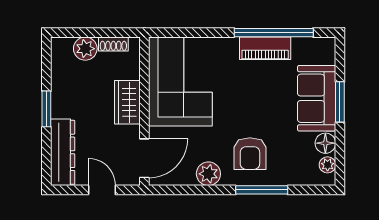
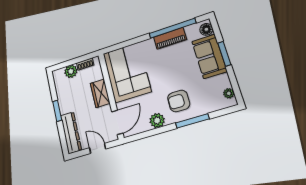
floor lamp: (325, 143) -> (206, 29), moved
armchair: (250, 154) -> (179, 101), turned 90

